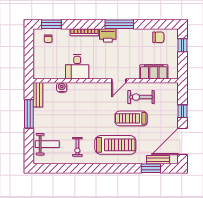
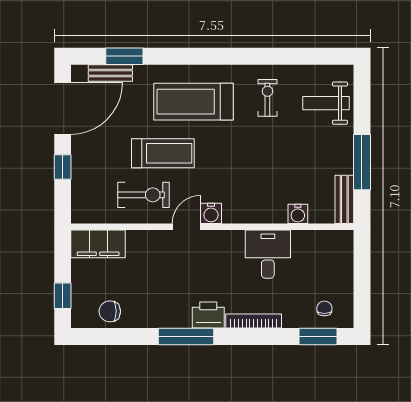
filing cabinet: (154, 72) -> (98, 244), moved
water cooler: (106, 88) -> (211, 213), added

